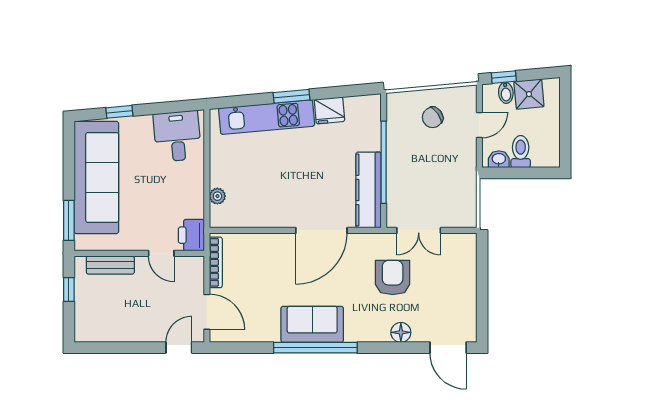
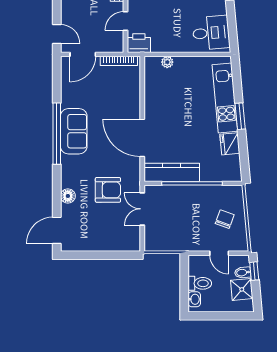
chair: (433, 117) -> (225, 219), turned 55
washbasin: (499, 159) -> (194, 299), moved

